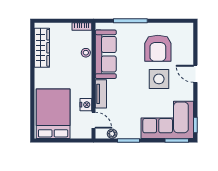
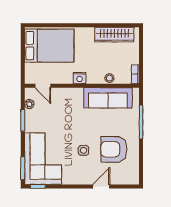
door: (195, 74) -> (101, 186), moved
side table: (159, 79) -> (84, 150), width x0.54, depth x0.54
tv unit: (101, 94) -> (69, 93), removed
nightstand: (86, 105) -> (80, 78), moved
door: (94, 120) -> (43, 86), hinge flipped

